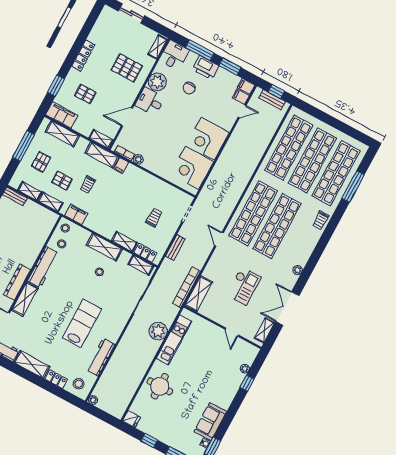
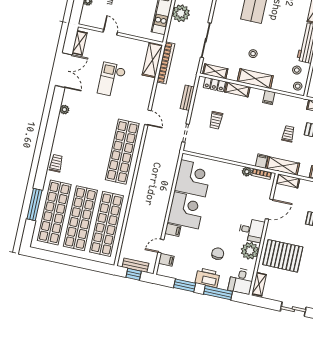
pallet: (127, 68) -> (283, 256), width x1.37, depth x1.41
filing cabinet: (246, 86) -> (173, 230), moved
filing cabinet: (76, 214) -> (269, 97), moved, width x0.50
shop shelf: (277, 226) -> (96, 146), removed

